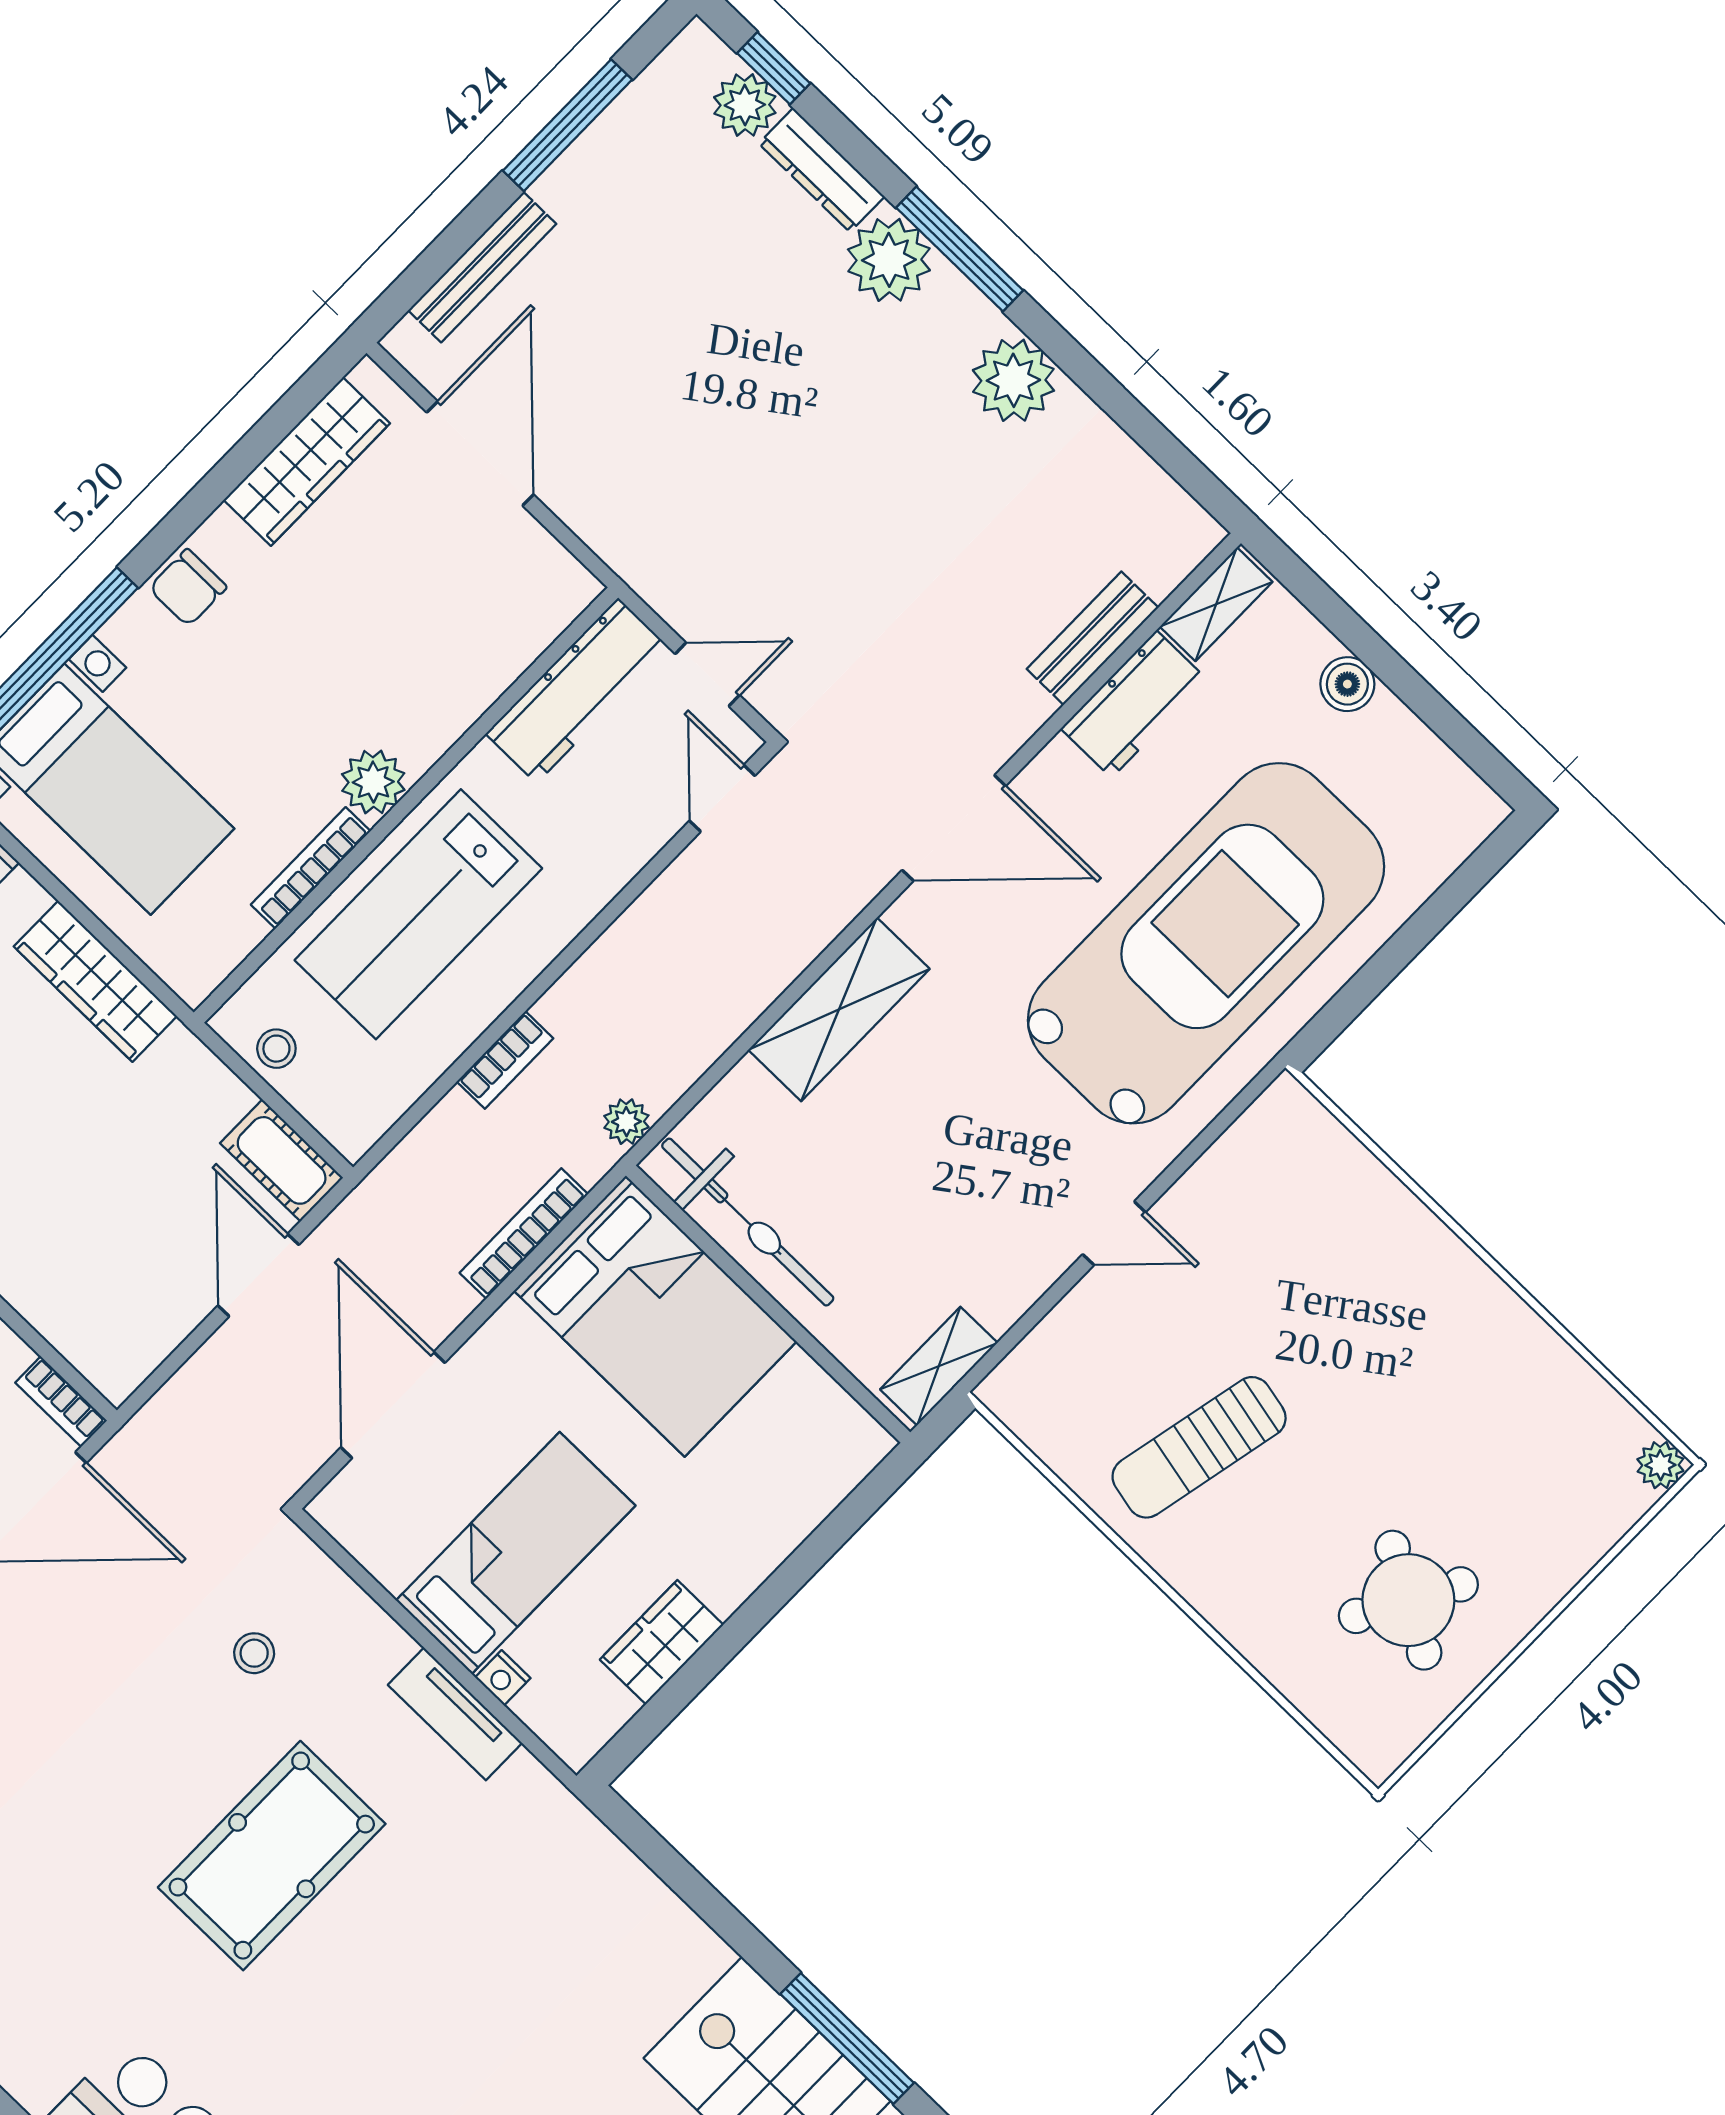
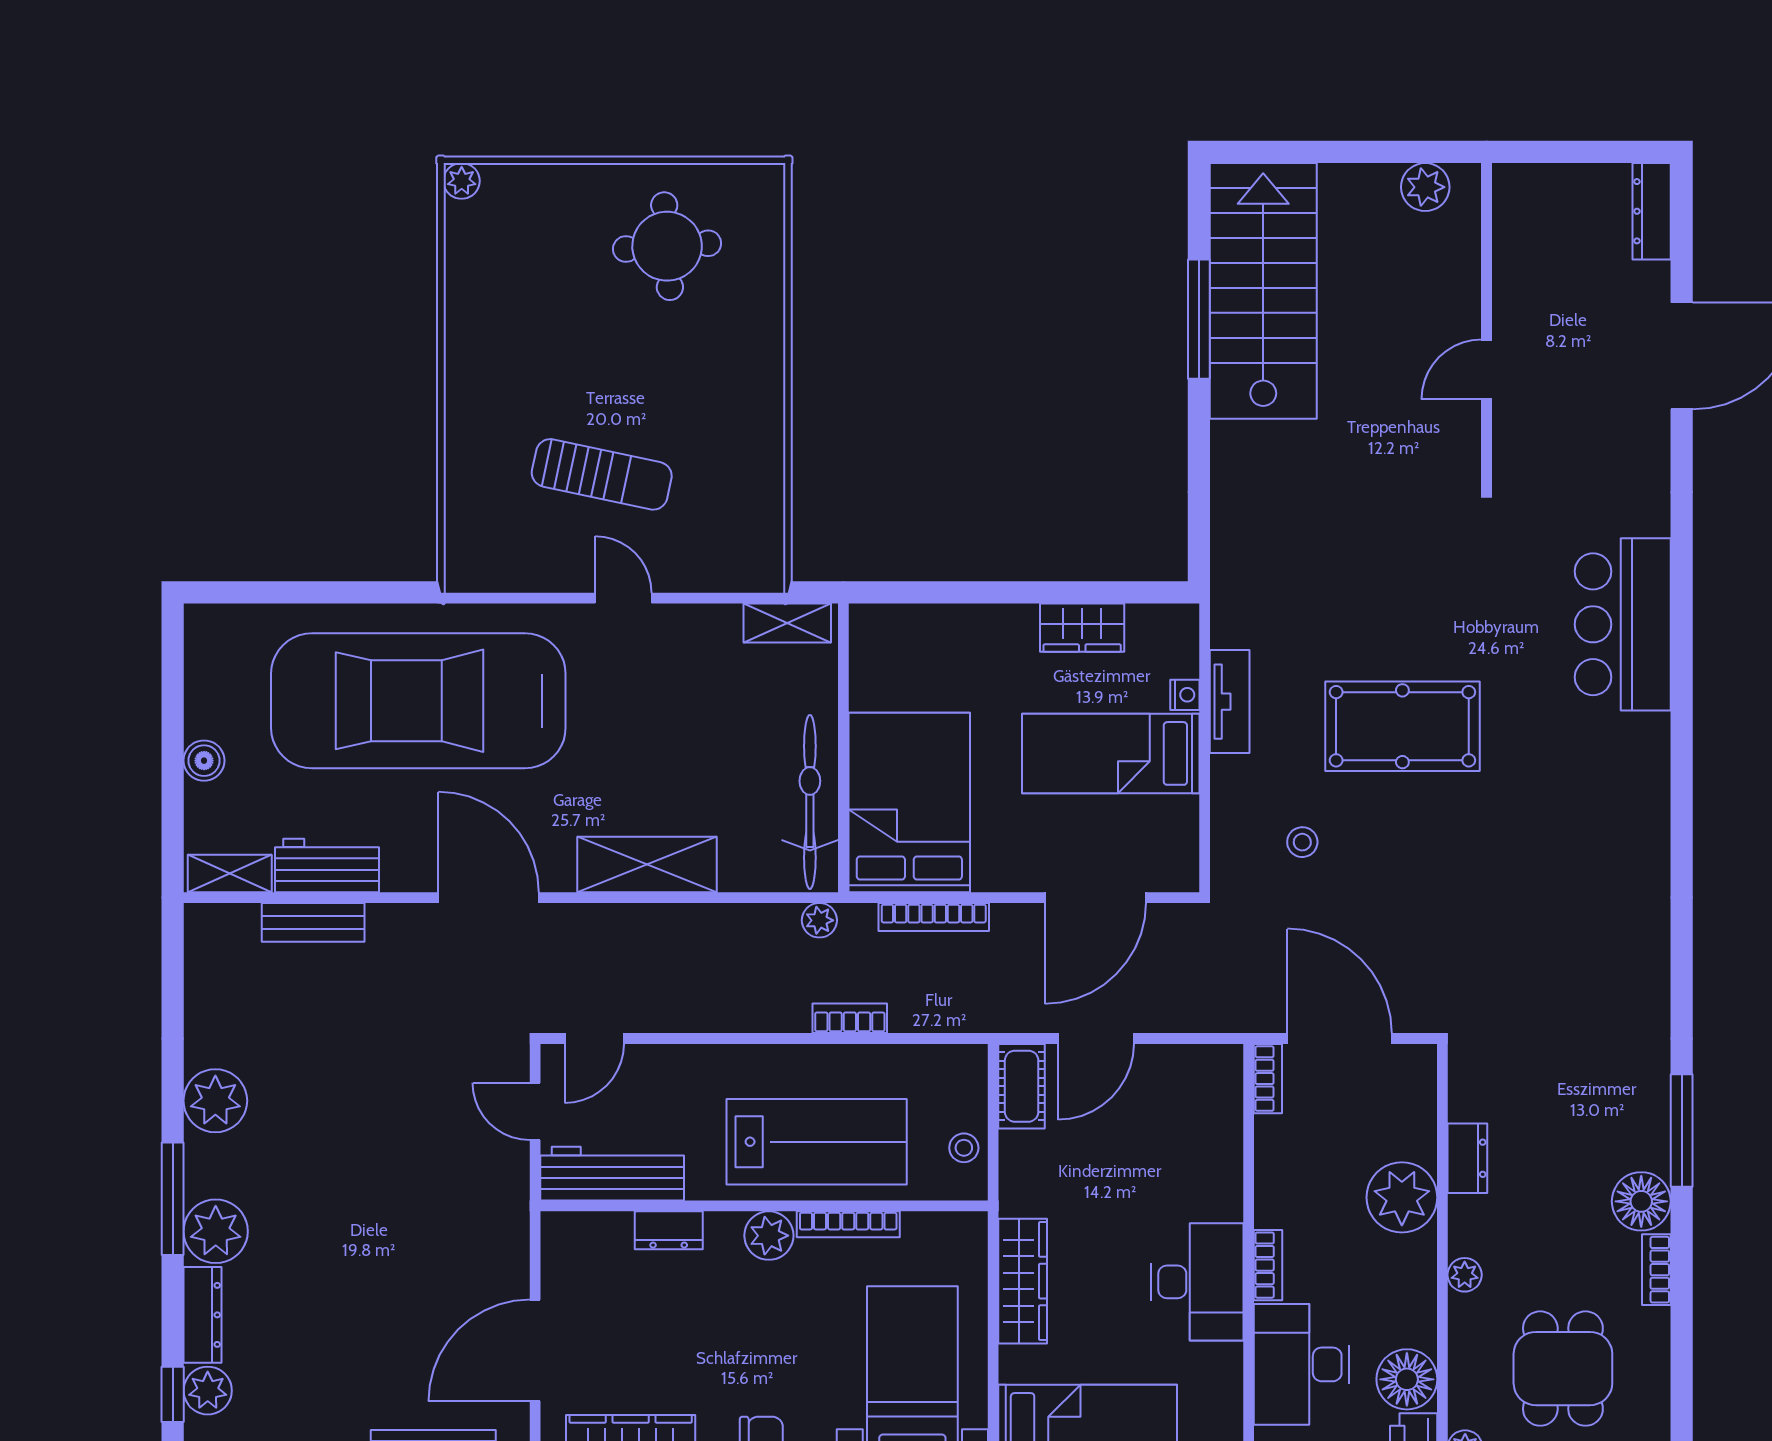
dresser: (471, 692) -> (669, 1230), added
sun lounger: (1199, 1447) -> (602, 474), moved
round table: (1408, 1600) -> (667, 246), turned -33

